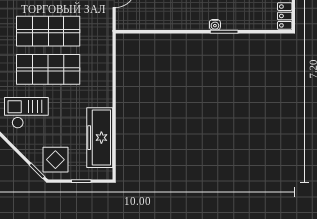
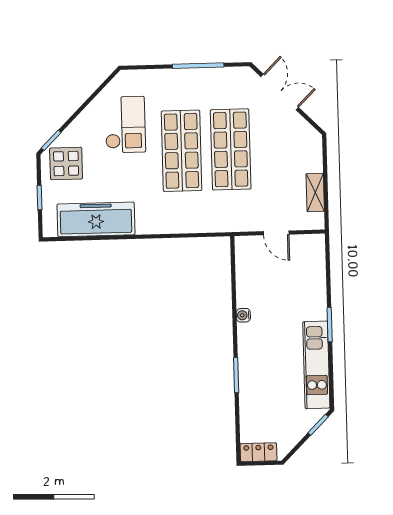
water cooler: (215, 25) -> (243, 315), moved

